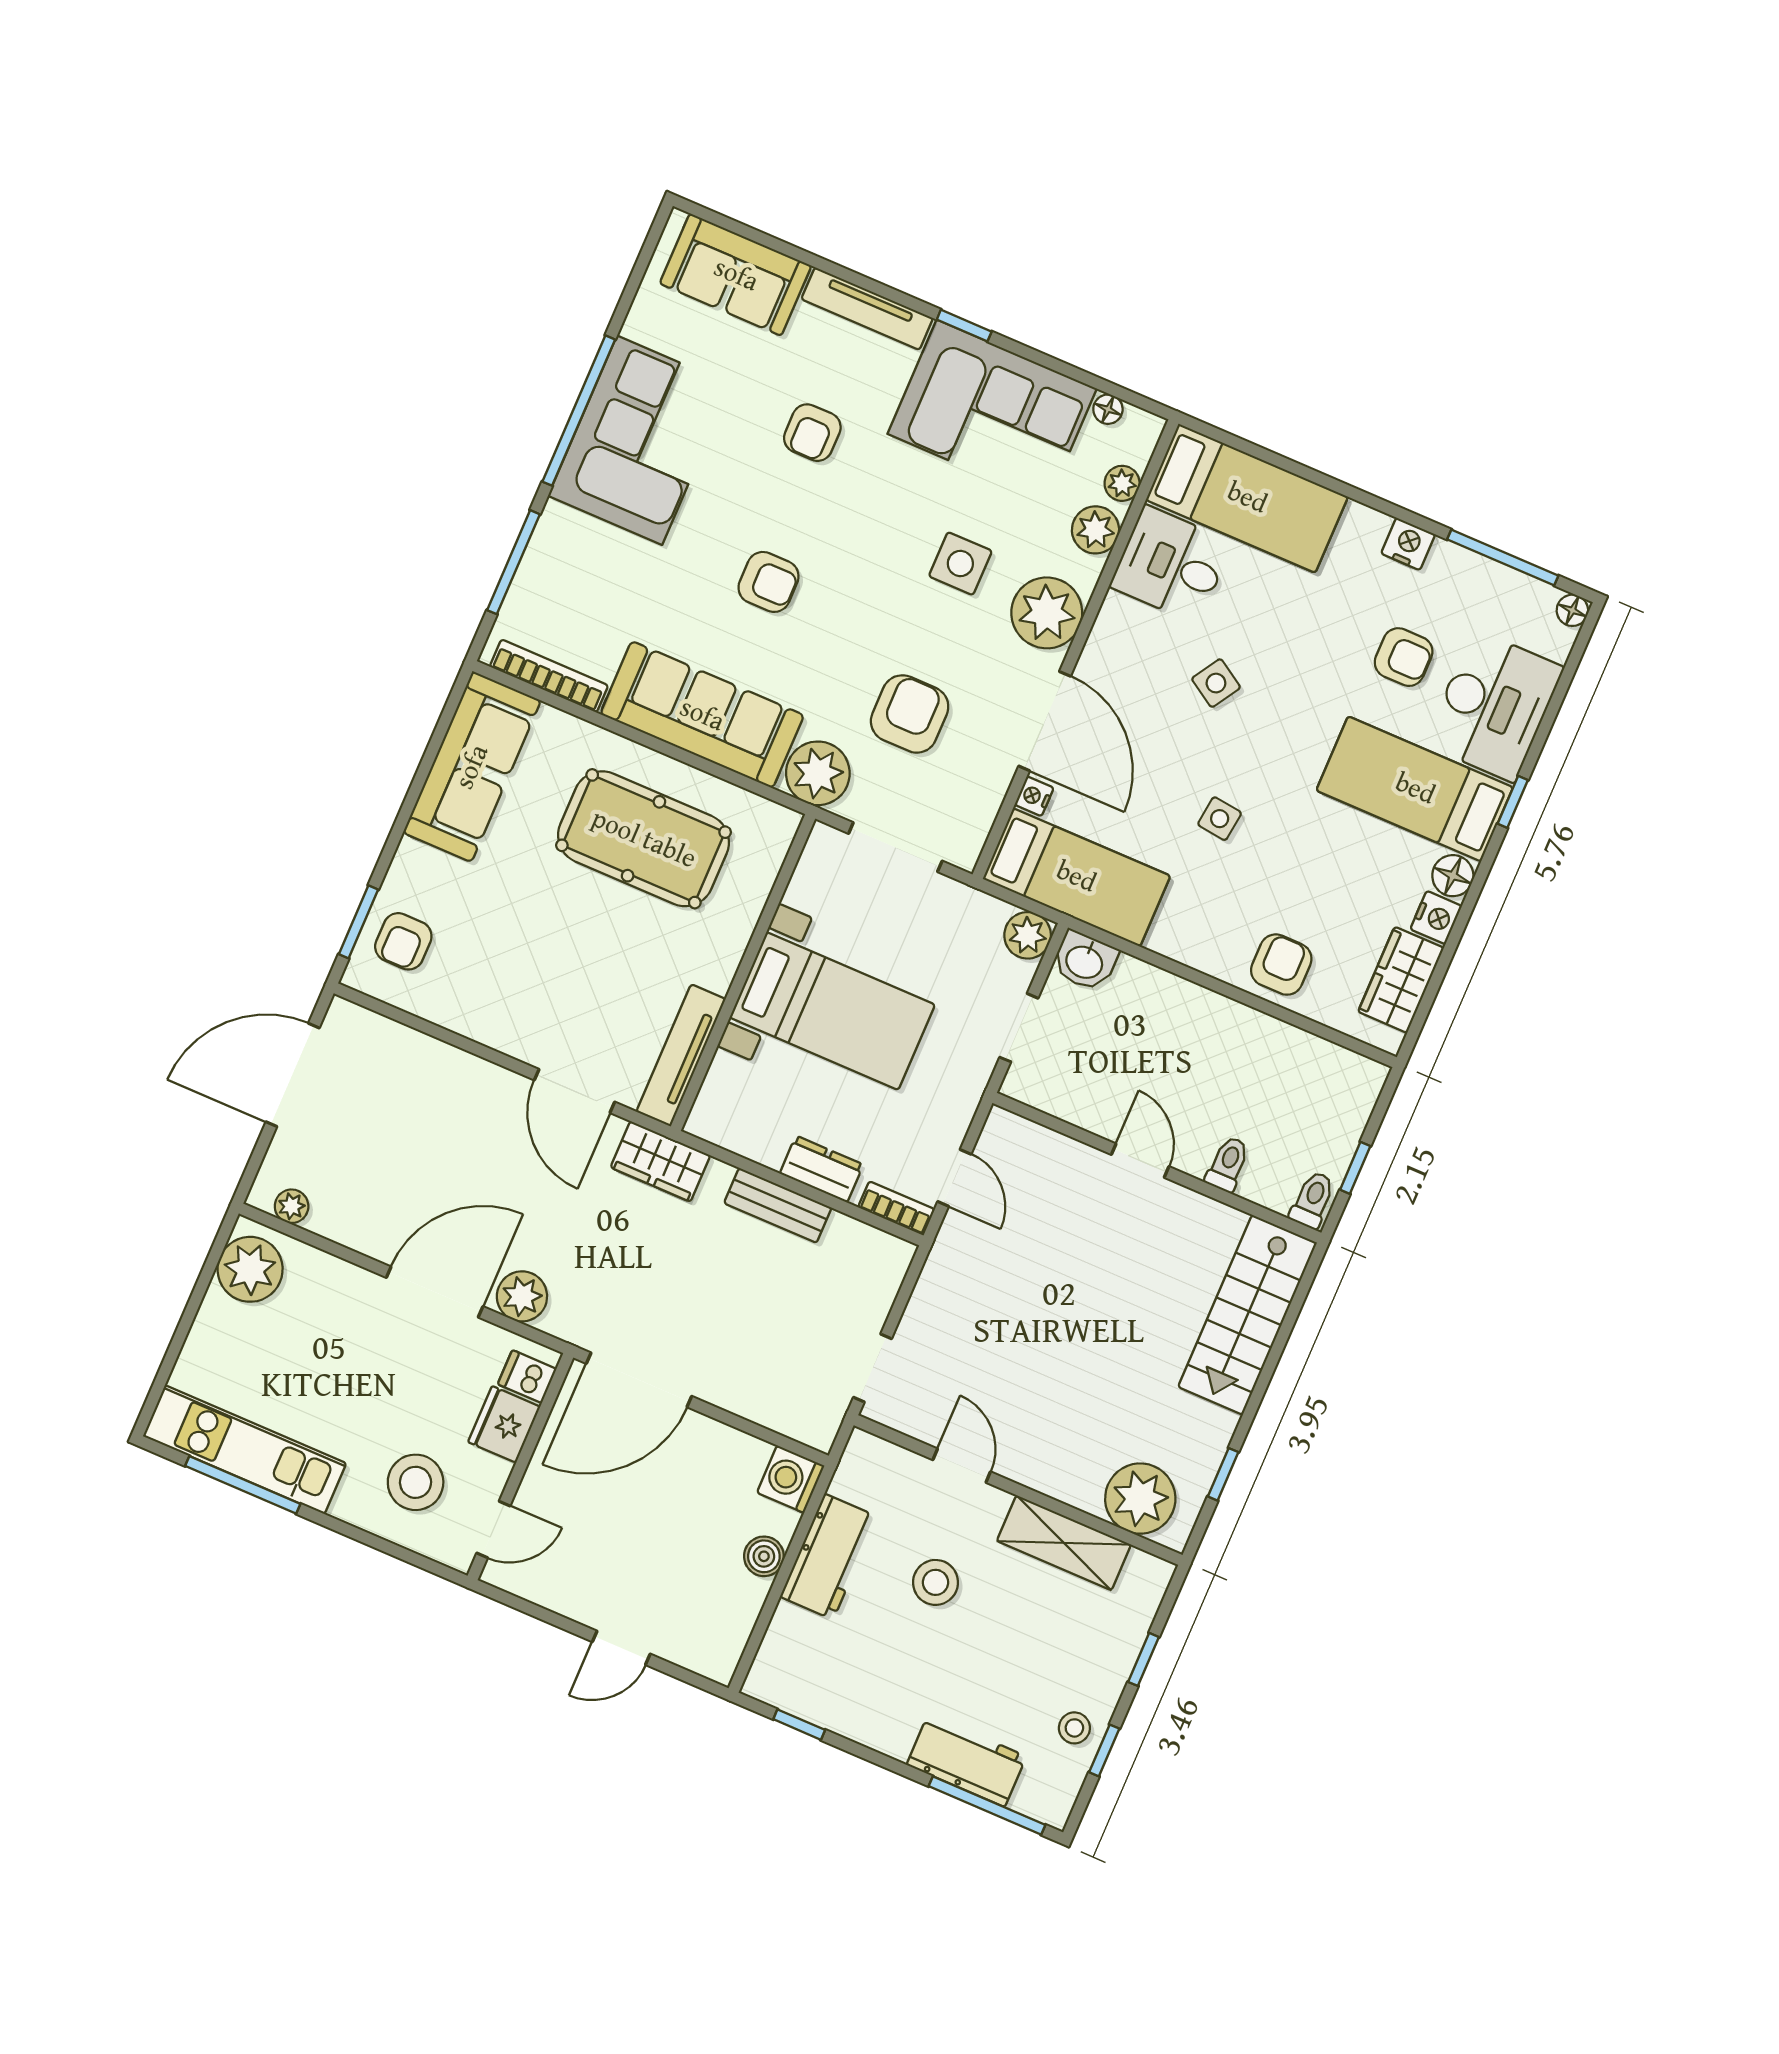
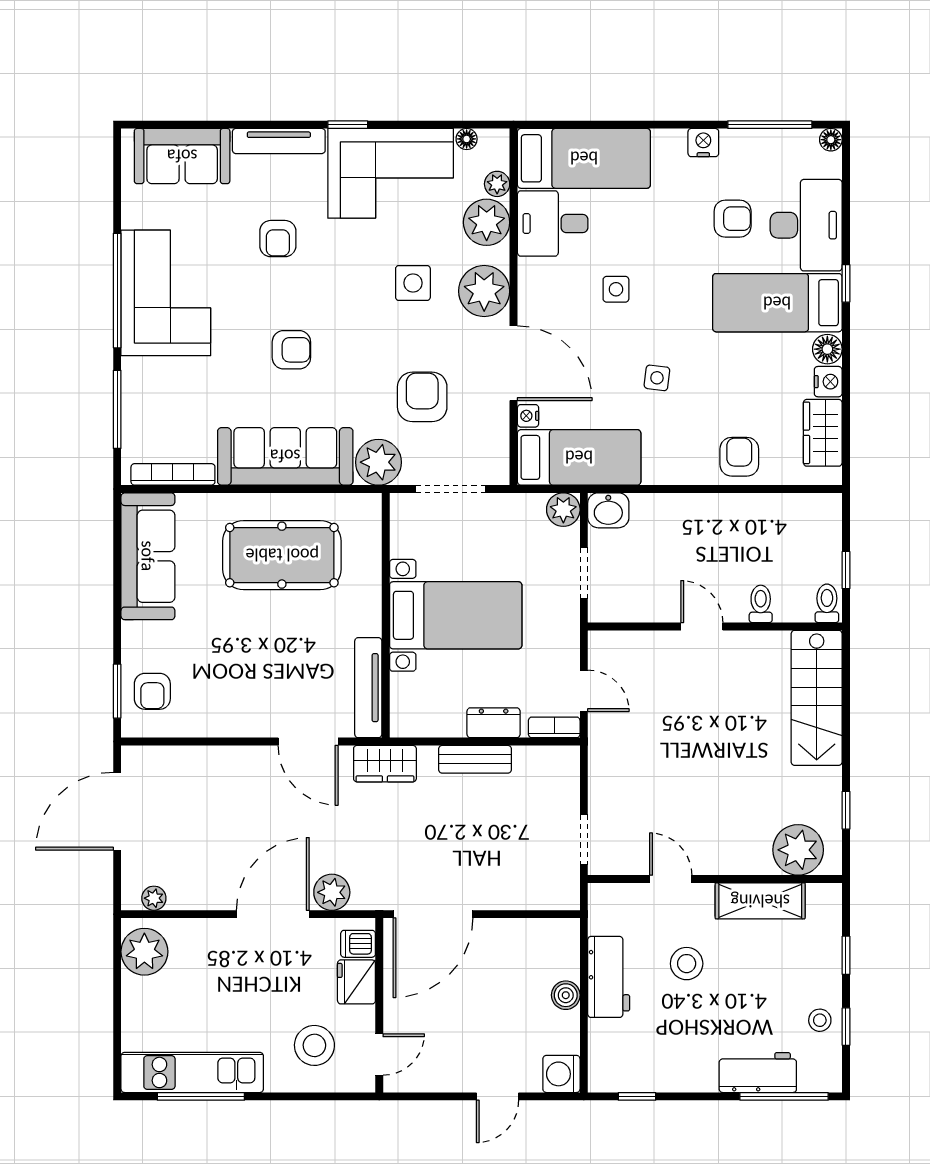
plant: (1095, 530) -> (487, 222), width x1.36, depth x1.36
side table: (1216, 683) -> (616, 289), turned -32
washing machine: (791, 1479) -> (561, 1074), moved

